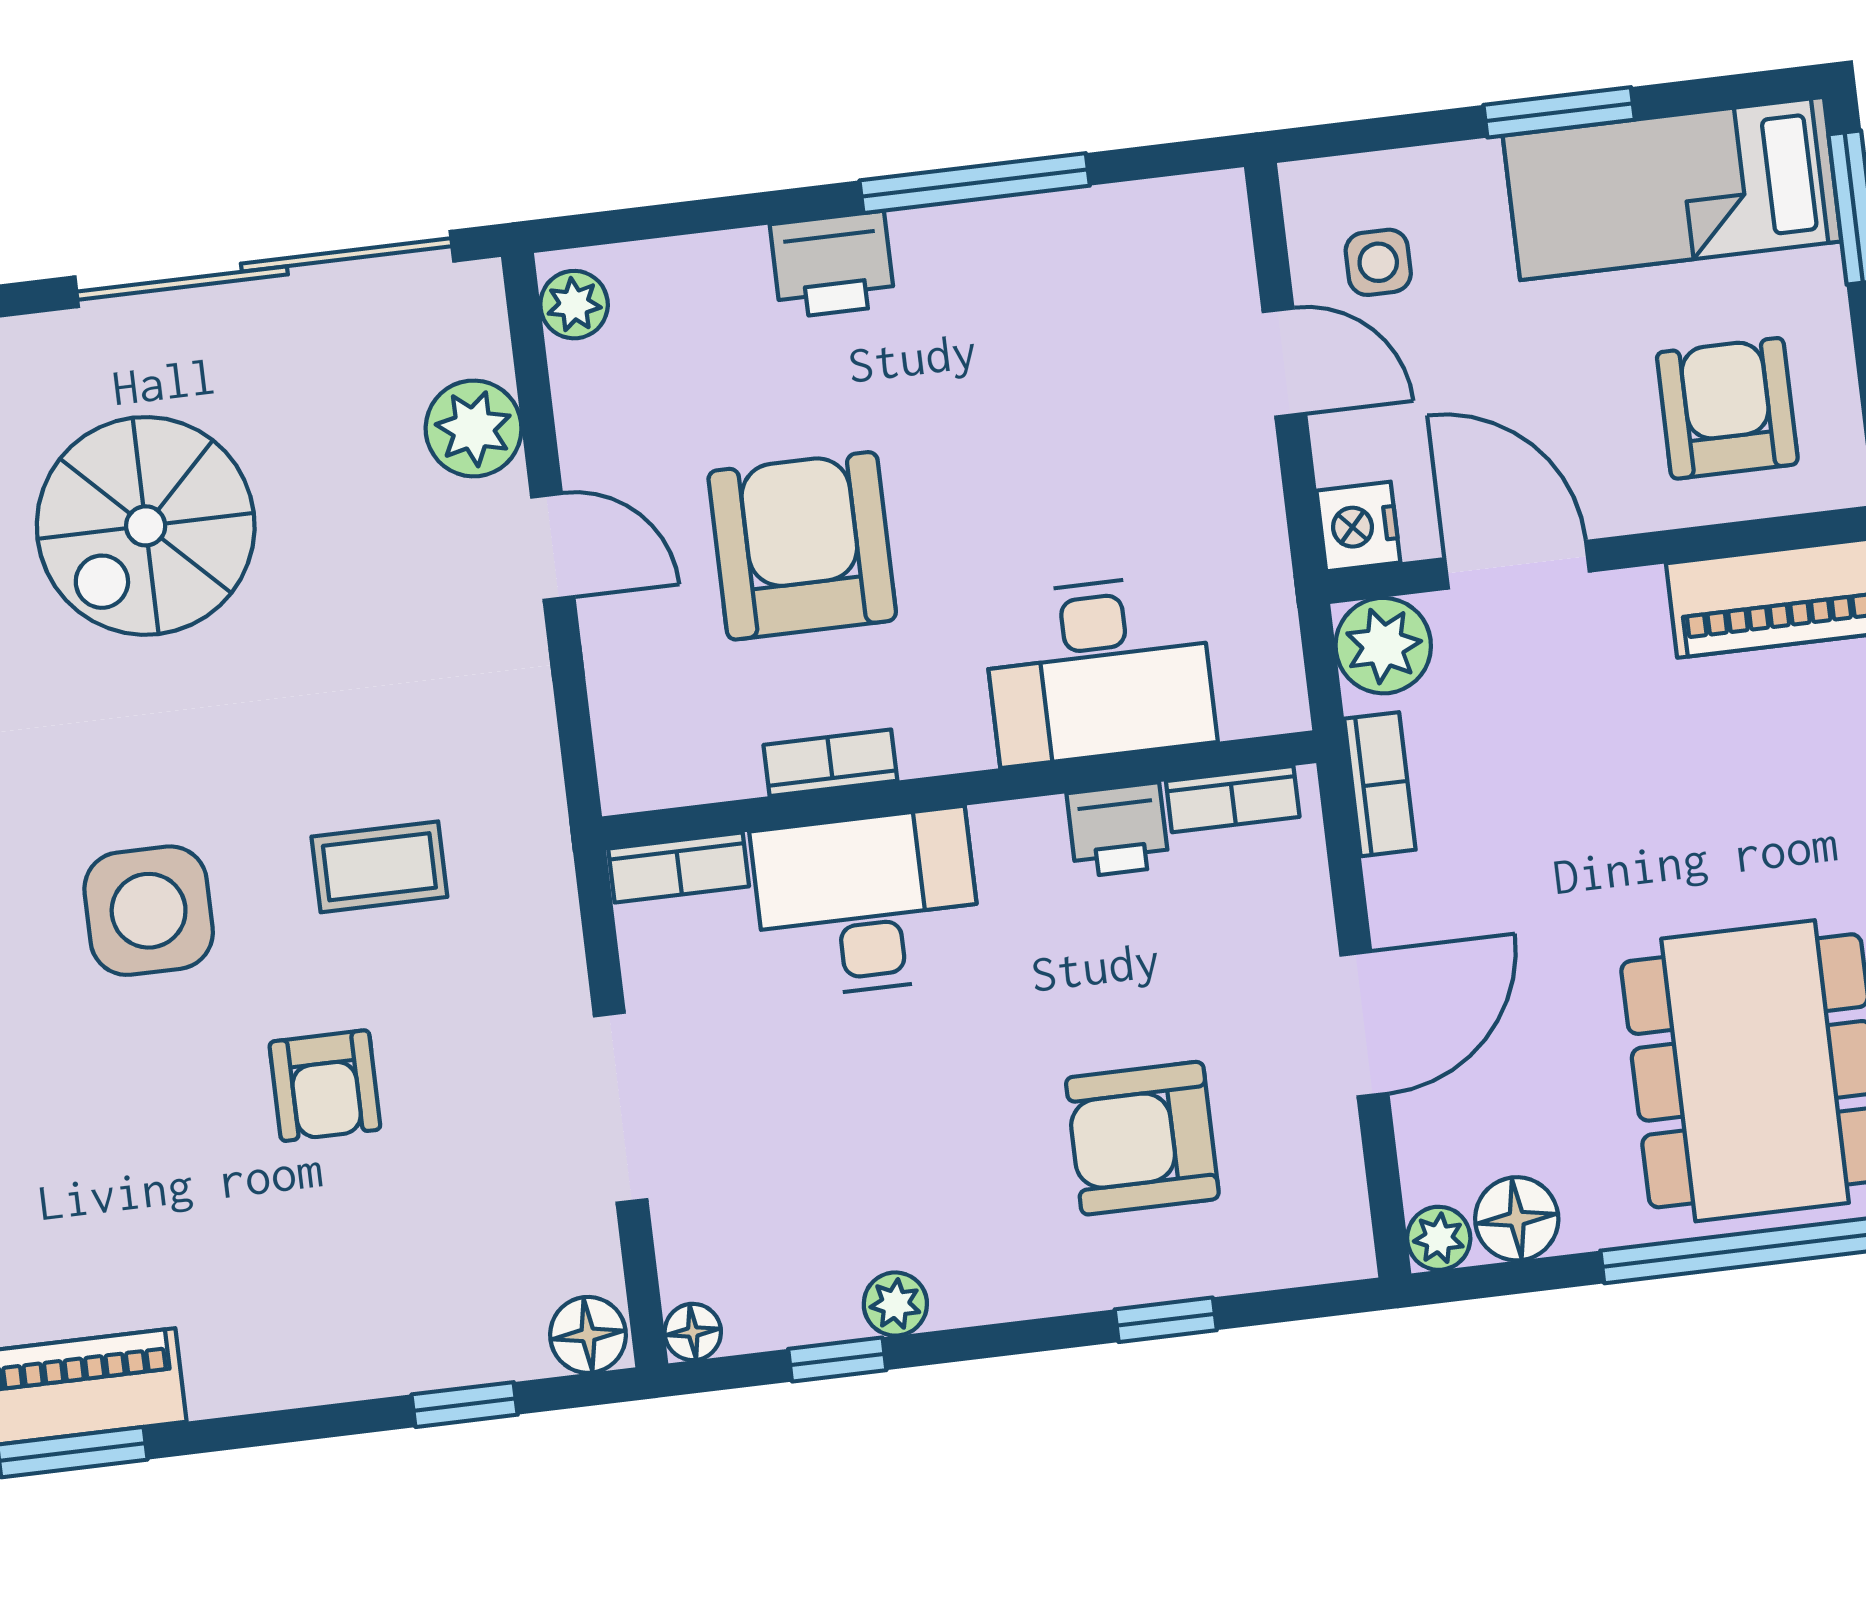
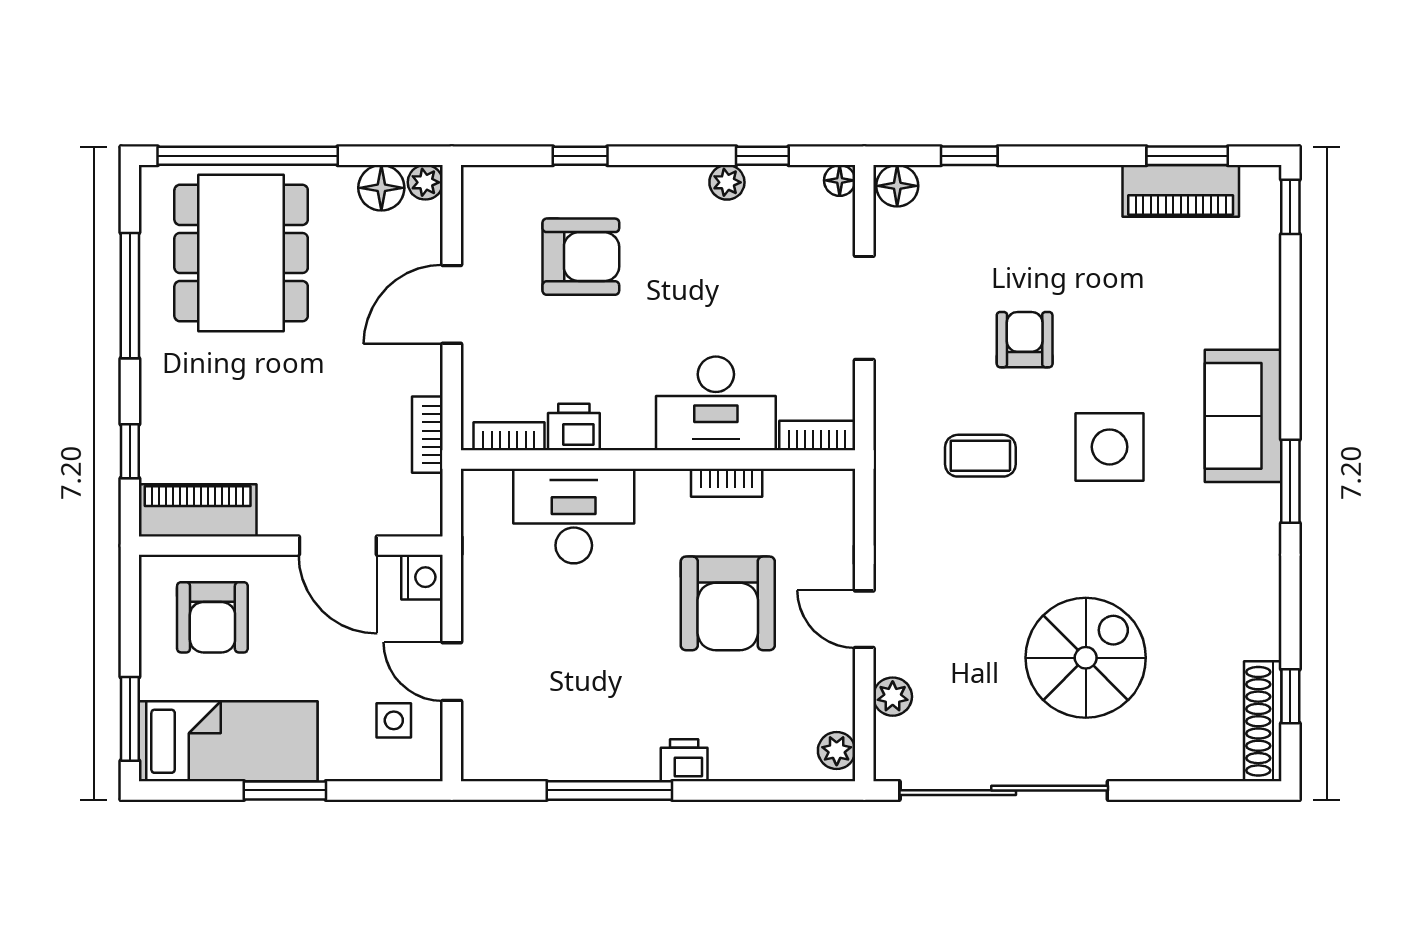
printer: (832, 265) -> (684, 760), width x0.73, depth x0.81
plant: (474, 428) -> (893, 697), width x0.73, depth x0.73
plant: (1383, 646) -> (416, 510), removed

